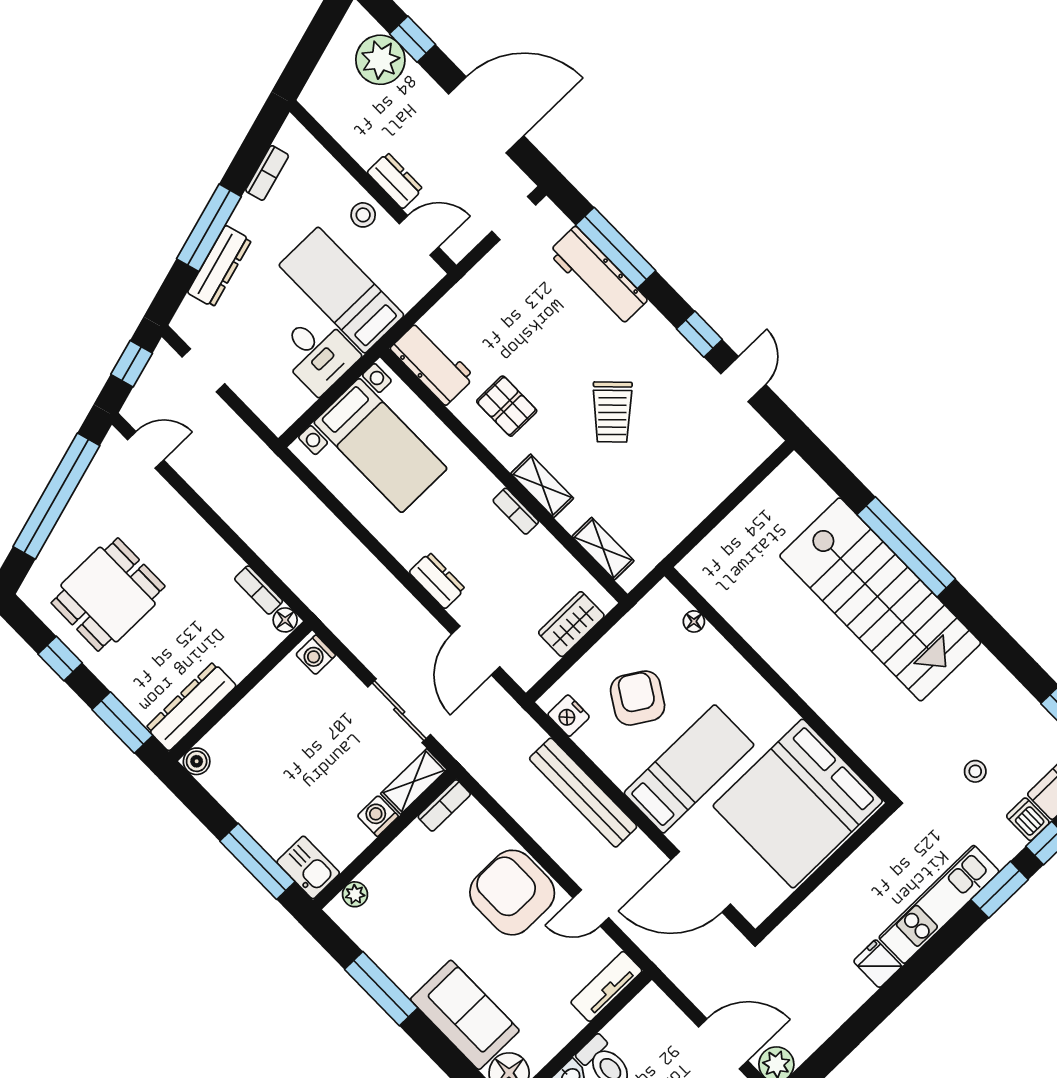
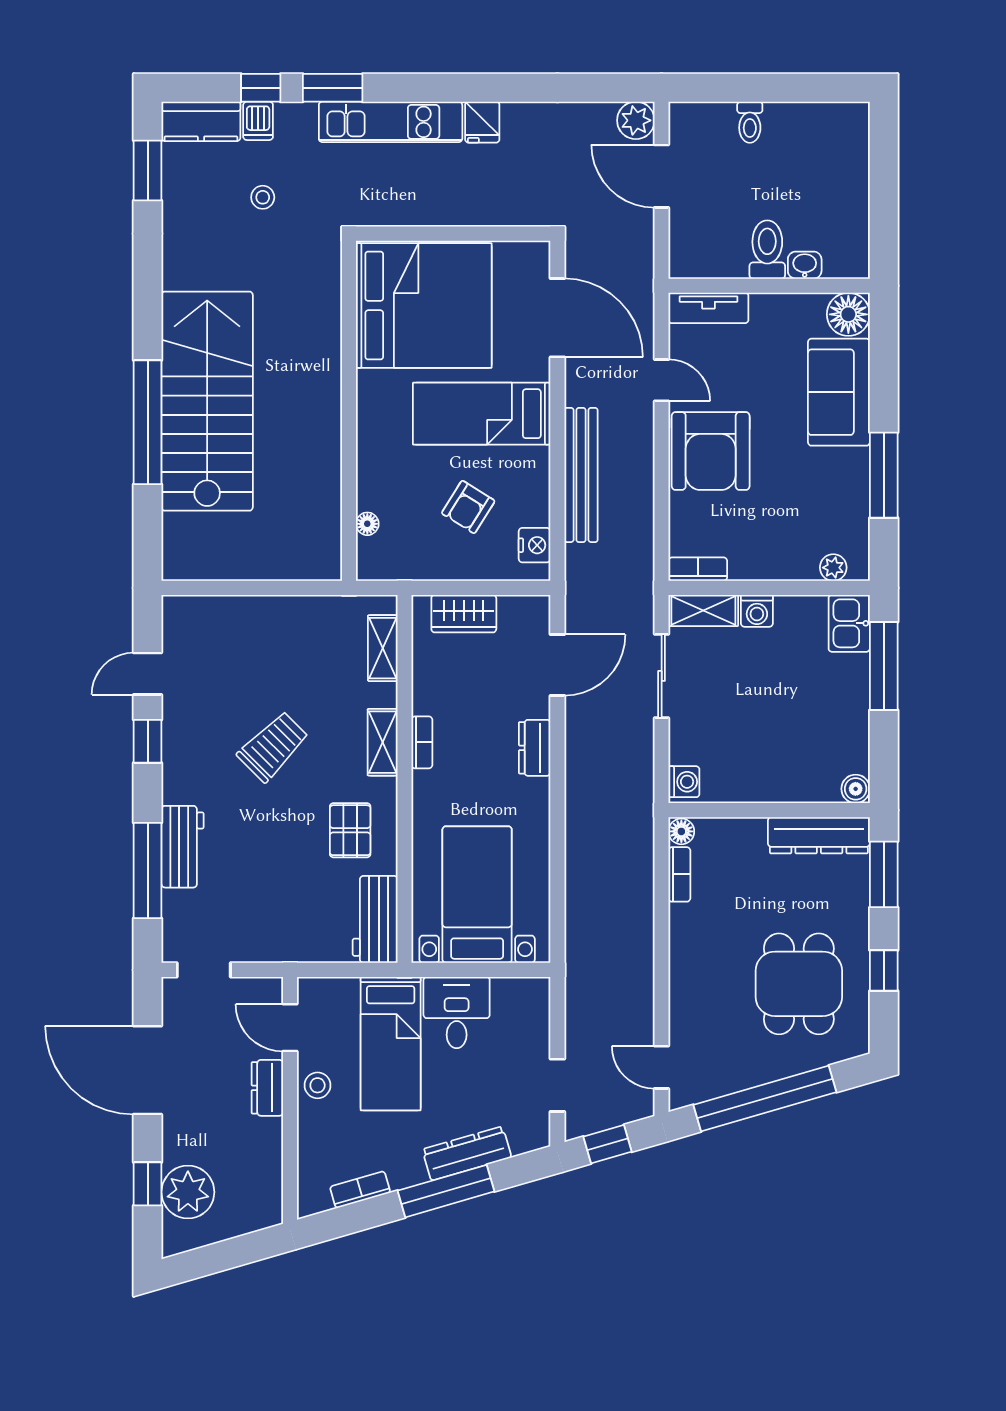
workbench: (598, 276) -> (183, 847), width x0.73
dining table: (108, 595) -> (799, 984), turned 90
armchair: (638, 698) -> (468, 507), width x0.72, depth x0.72

